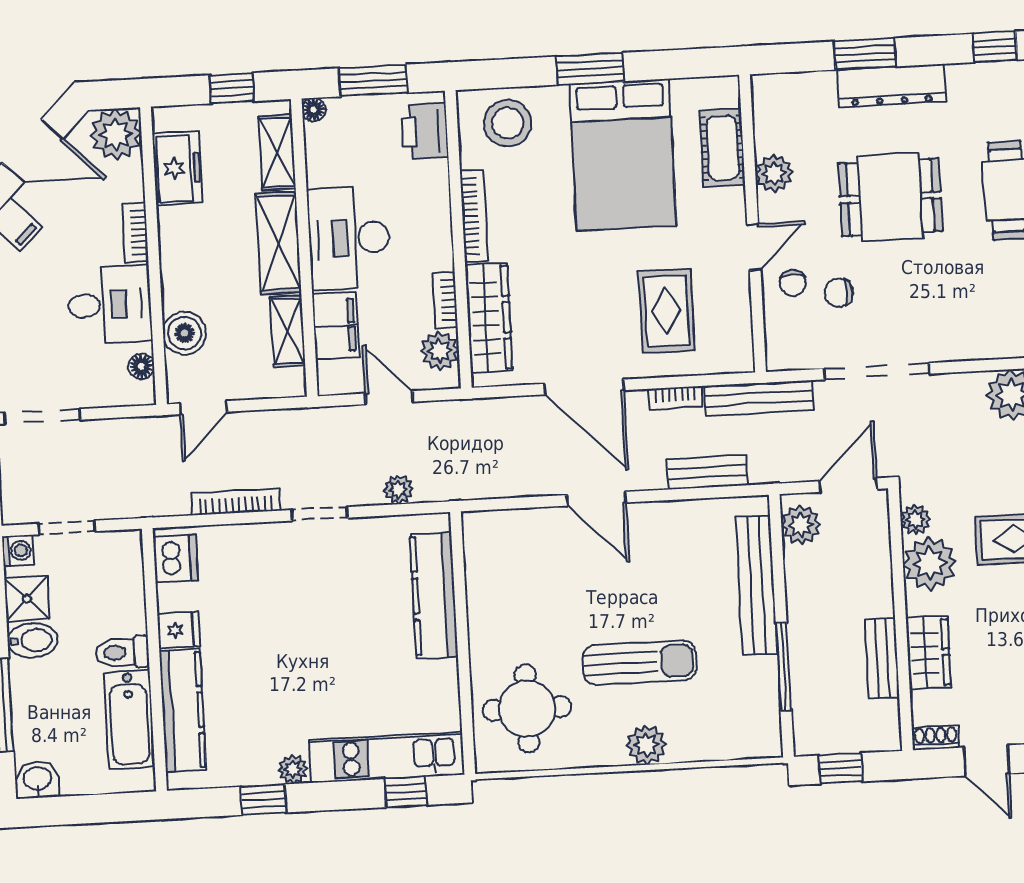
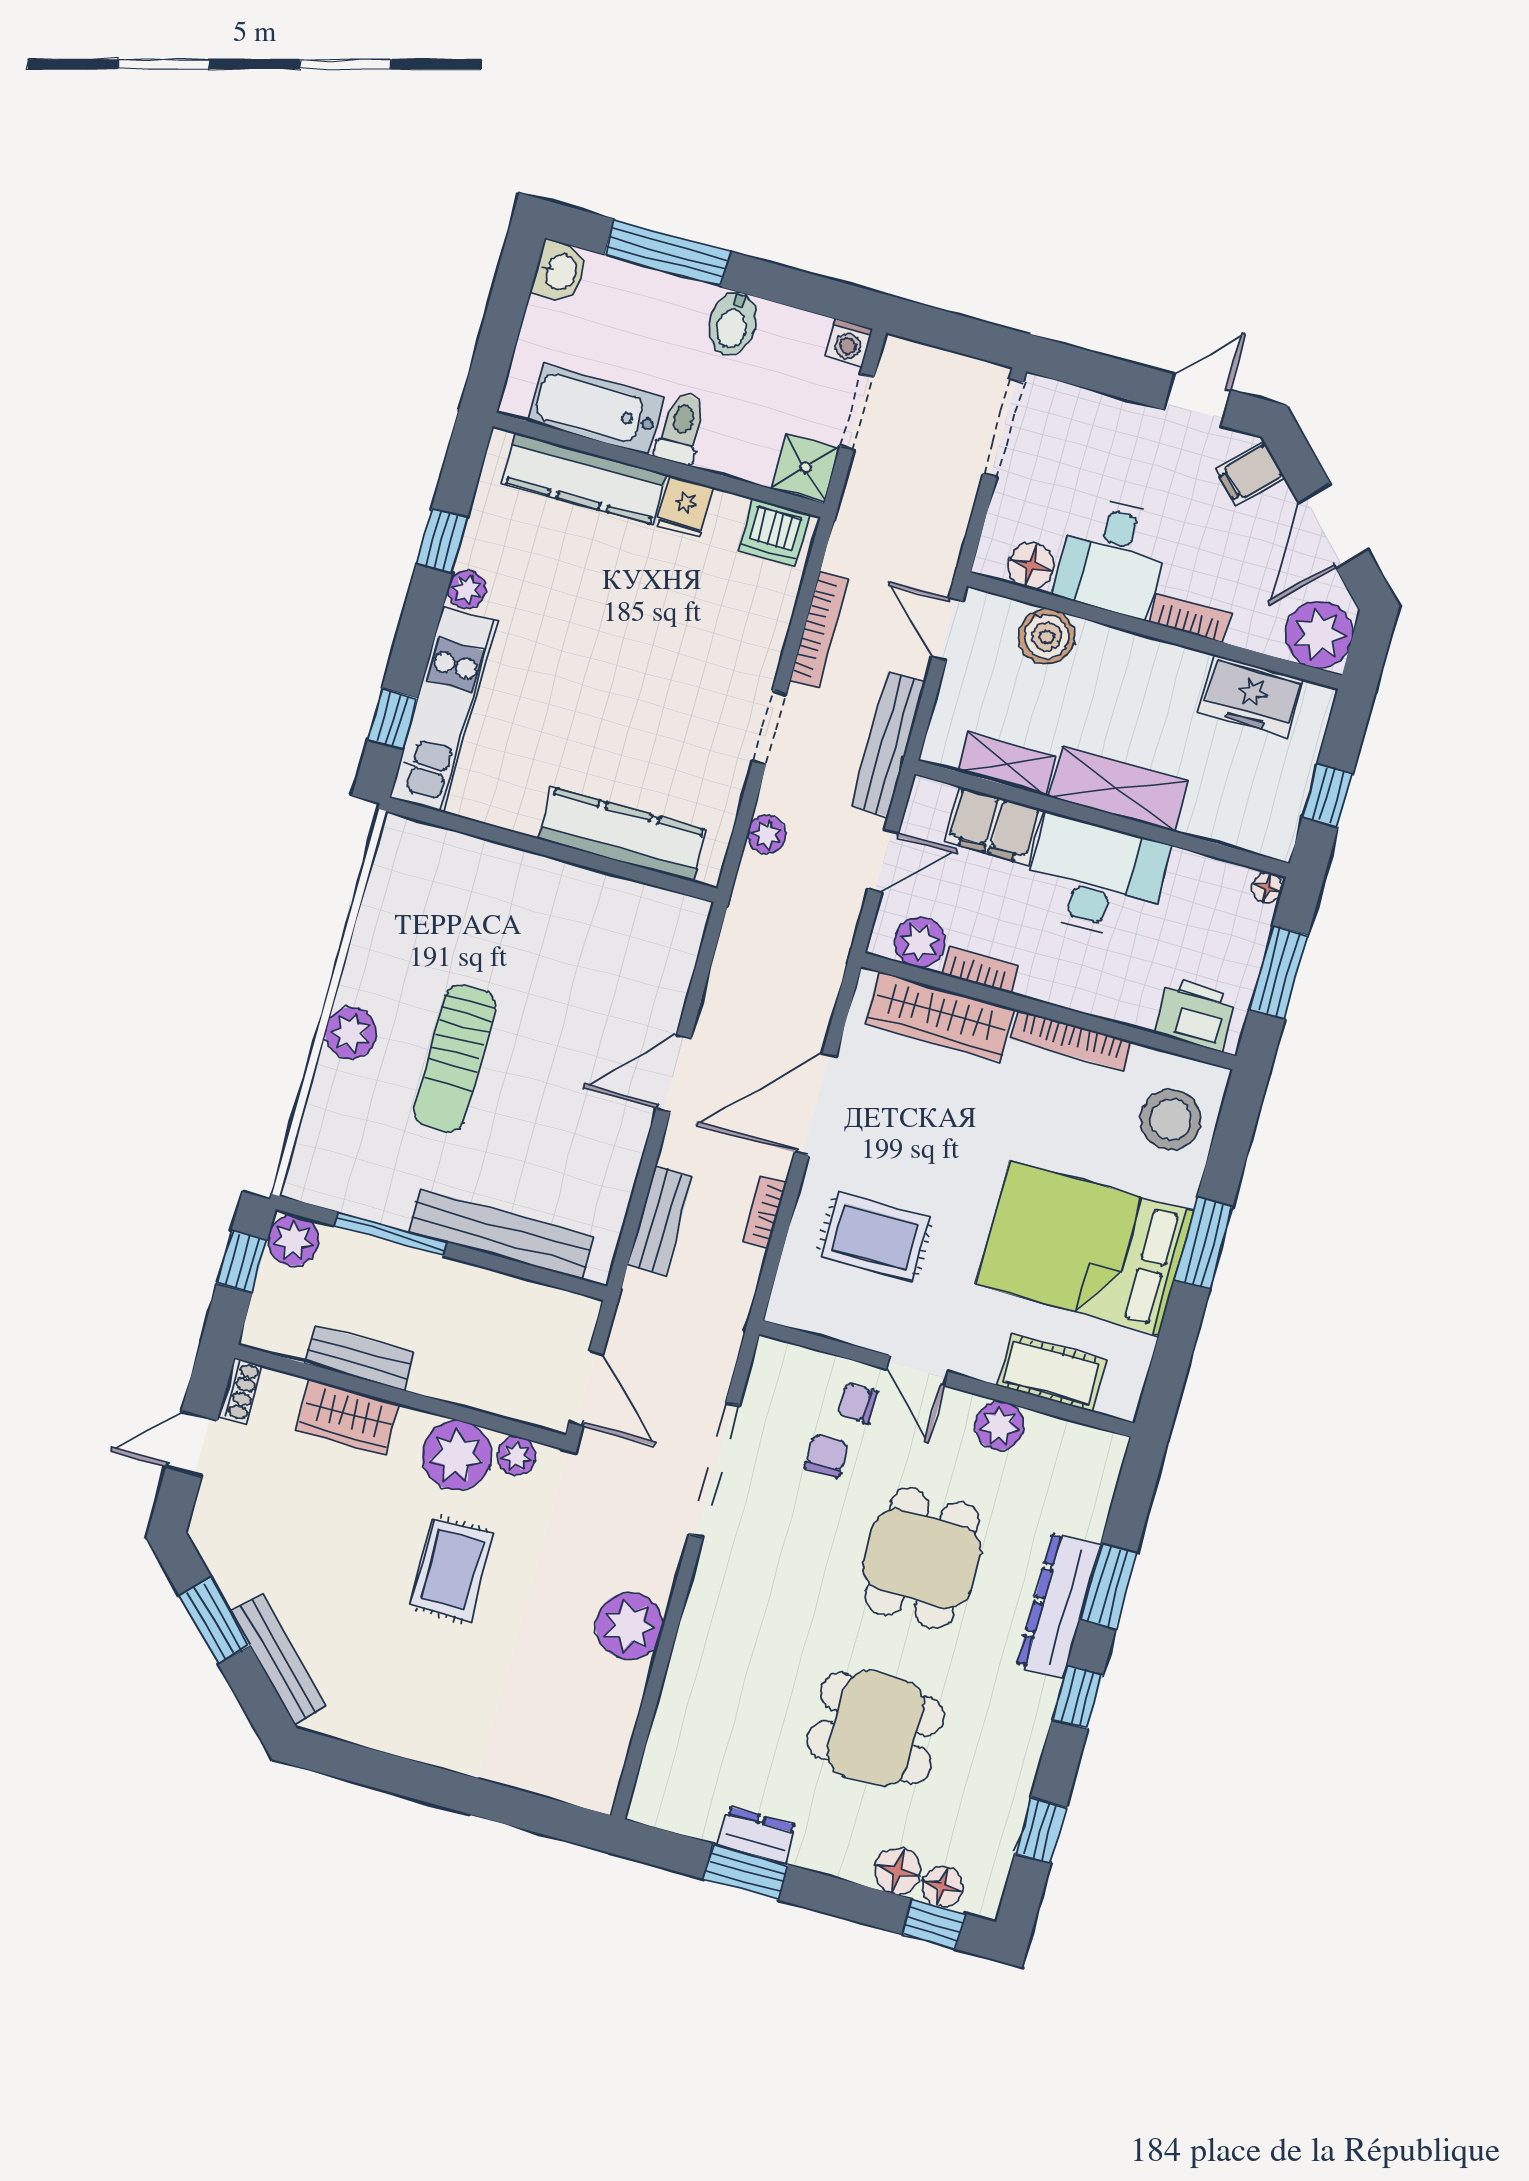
window: (995, 47) -> (1078, 1697), moved
shelving: (277, 152) -> (1230, 825), removed
floor lamp: (141, 366) -> (1031, 566), width x1.37, depth x1.37
bench: (759, 398) -> (888, 744), moved
plant: (801, 525) -> (293, 1240), moved
shower: (27, 599) -> (805, 467), moved
round table: (527, 709) -> (445, 902), removed

